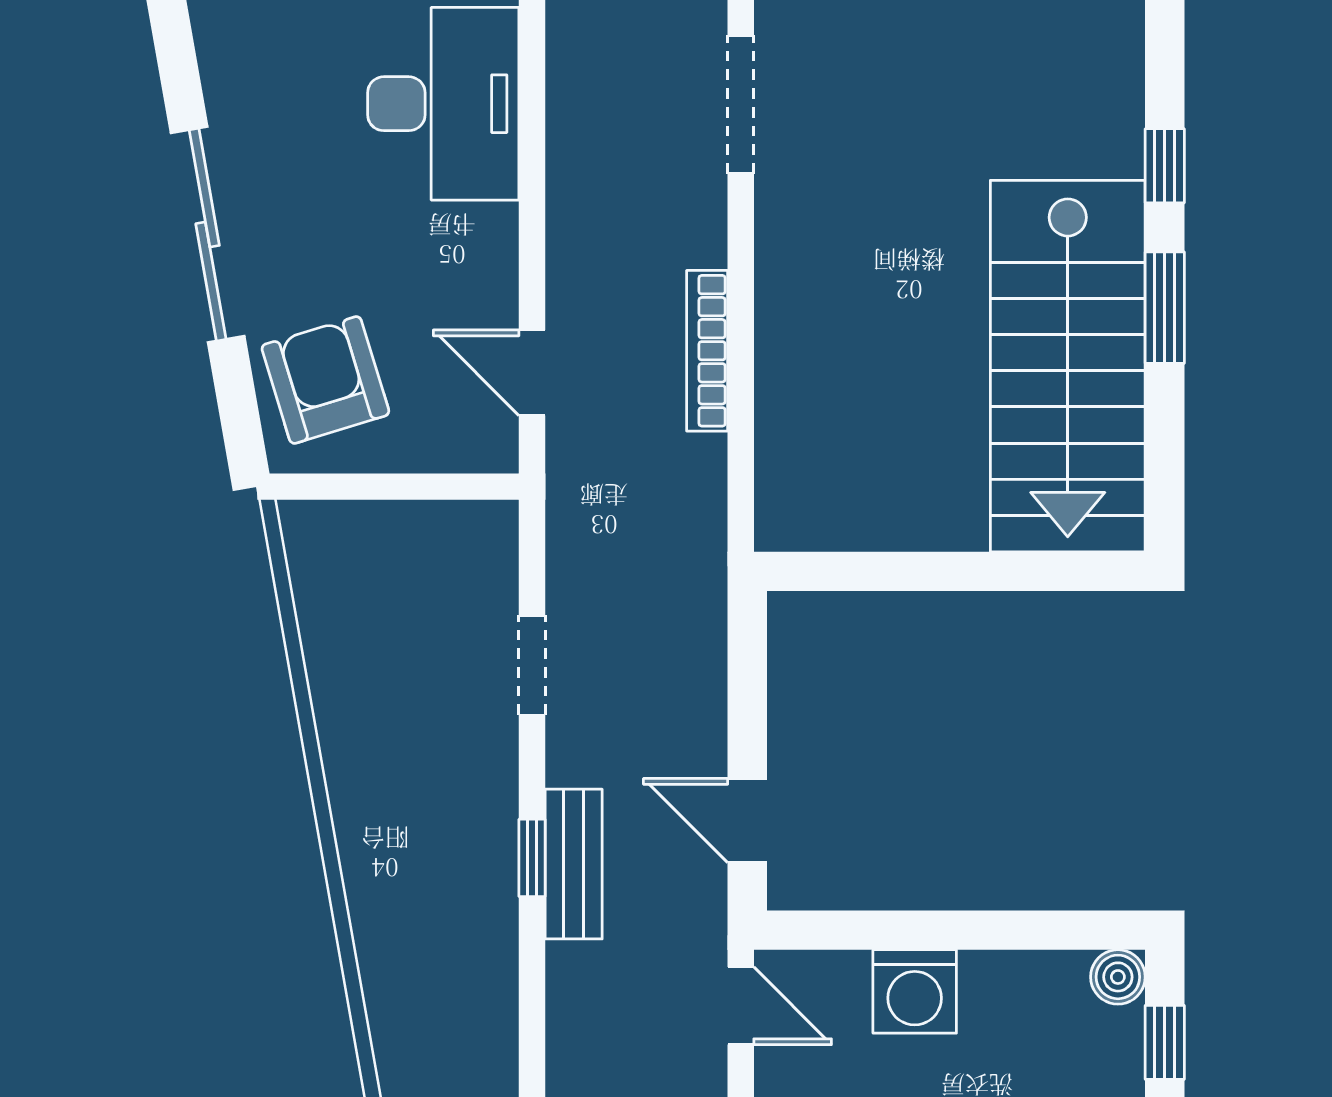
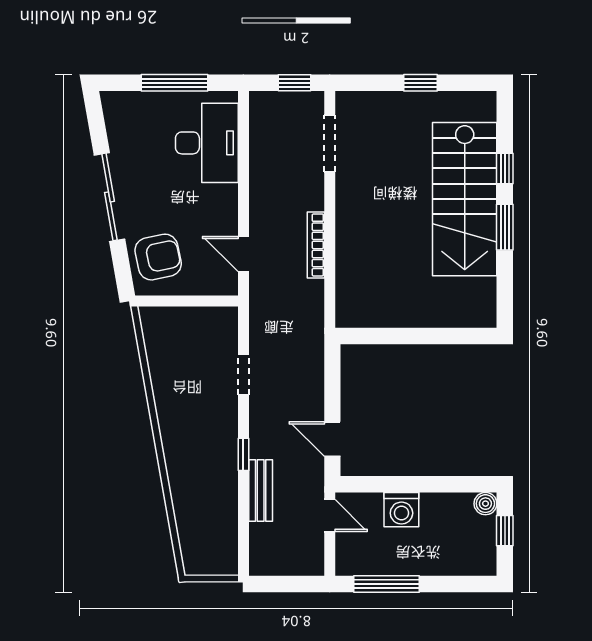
stairs: (1068, 366) -> (465, 199), moved
armchair: (325, 380) -> (158, 257), turned 95
bench: (574, 864) -> (261, 490), moved

